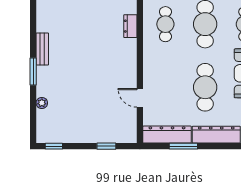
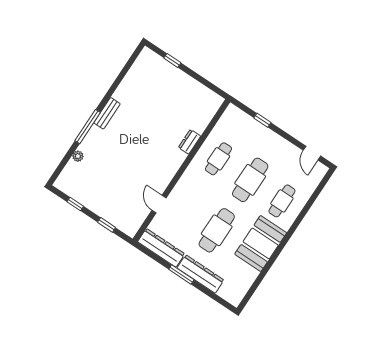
window: (33, 72) -> (88, 127), width x1.44
window: (54, 146) -> (75, 204), moved
window: (183, 146) -> (181, 275), moved

